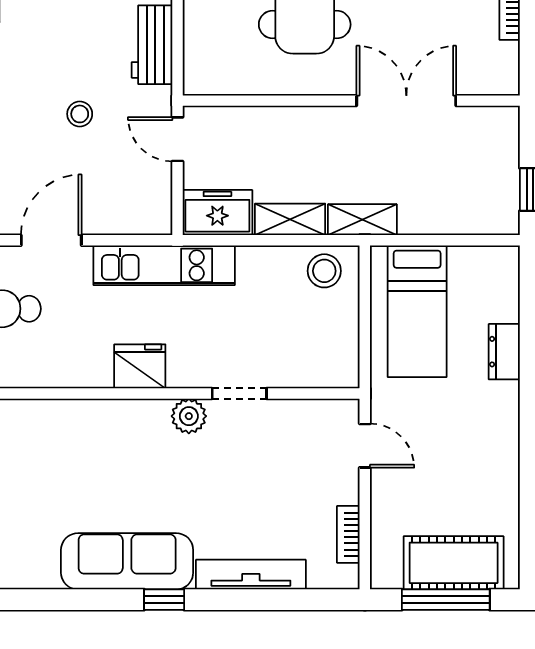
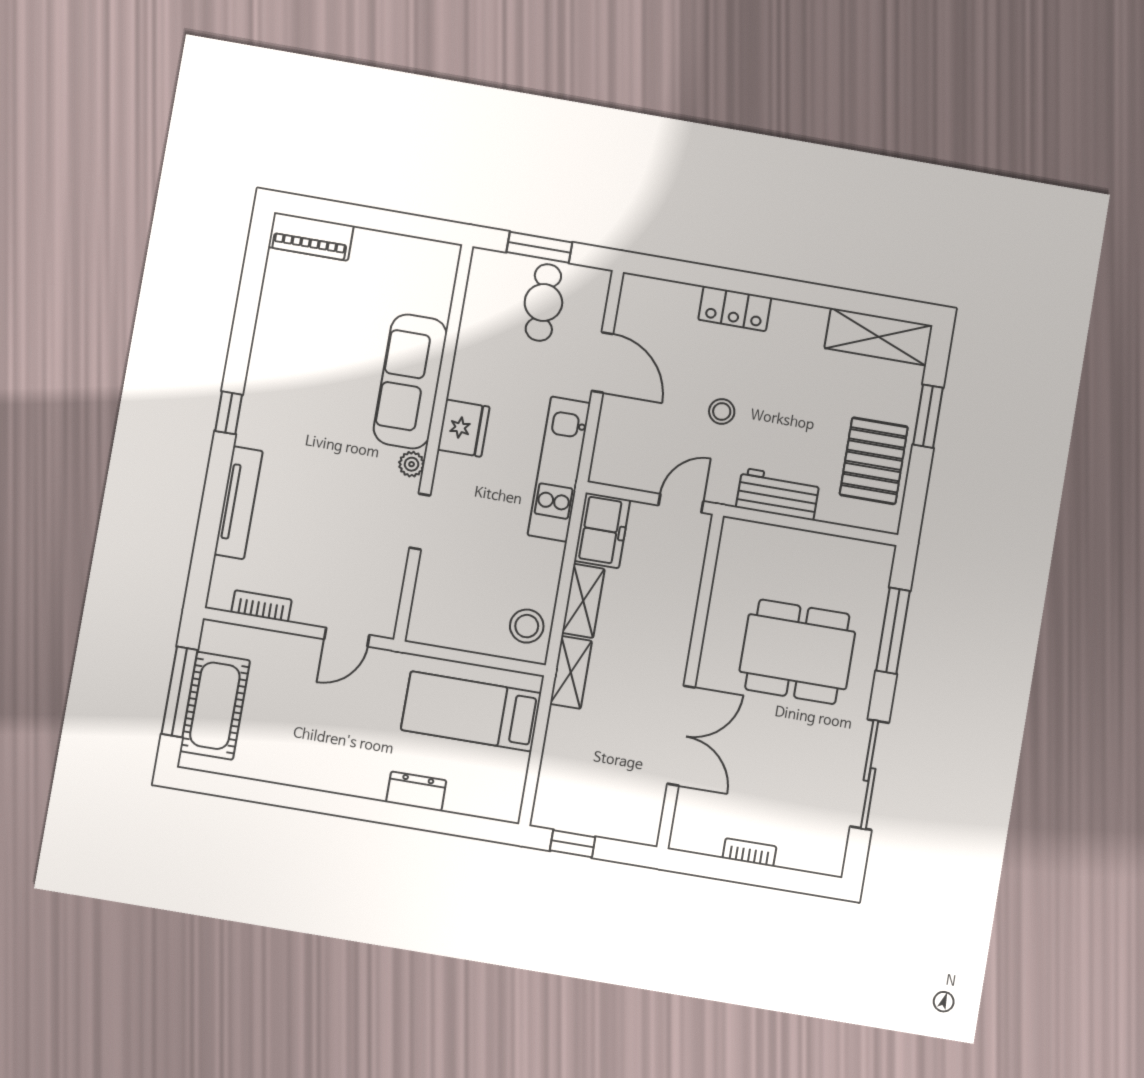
plant: (189, 416) -> (412, 464), width x0.73, depth x0.73
sofa: (127, 561) -> (410, 381), moved, turned 180

